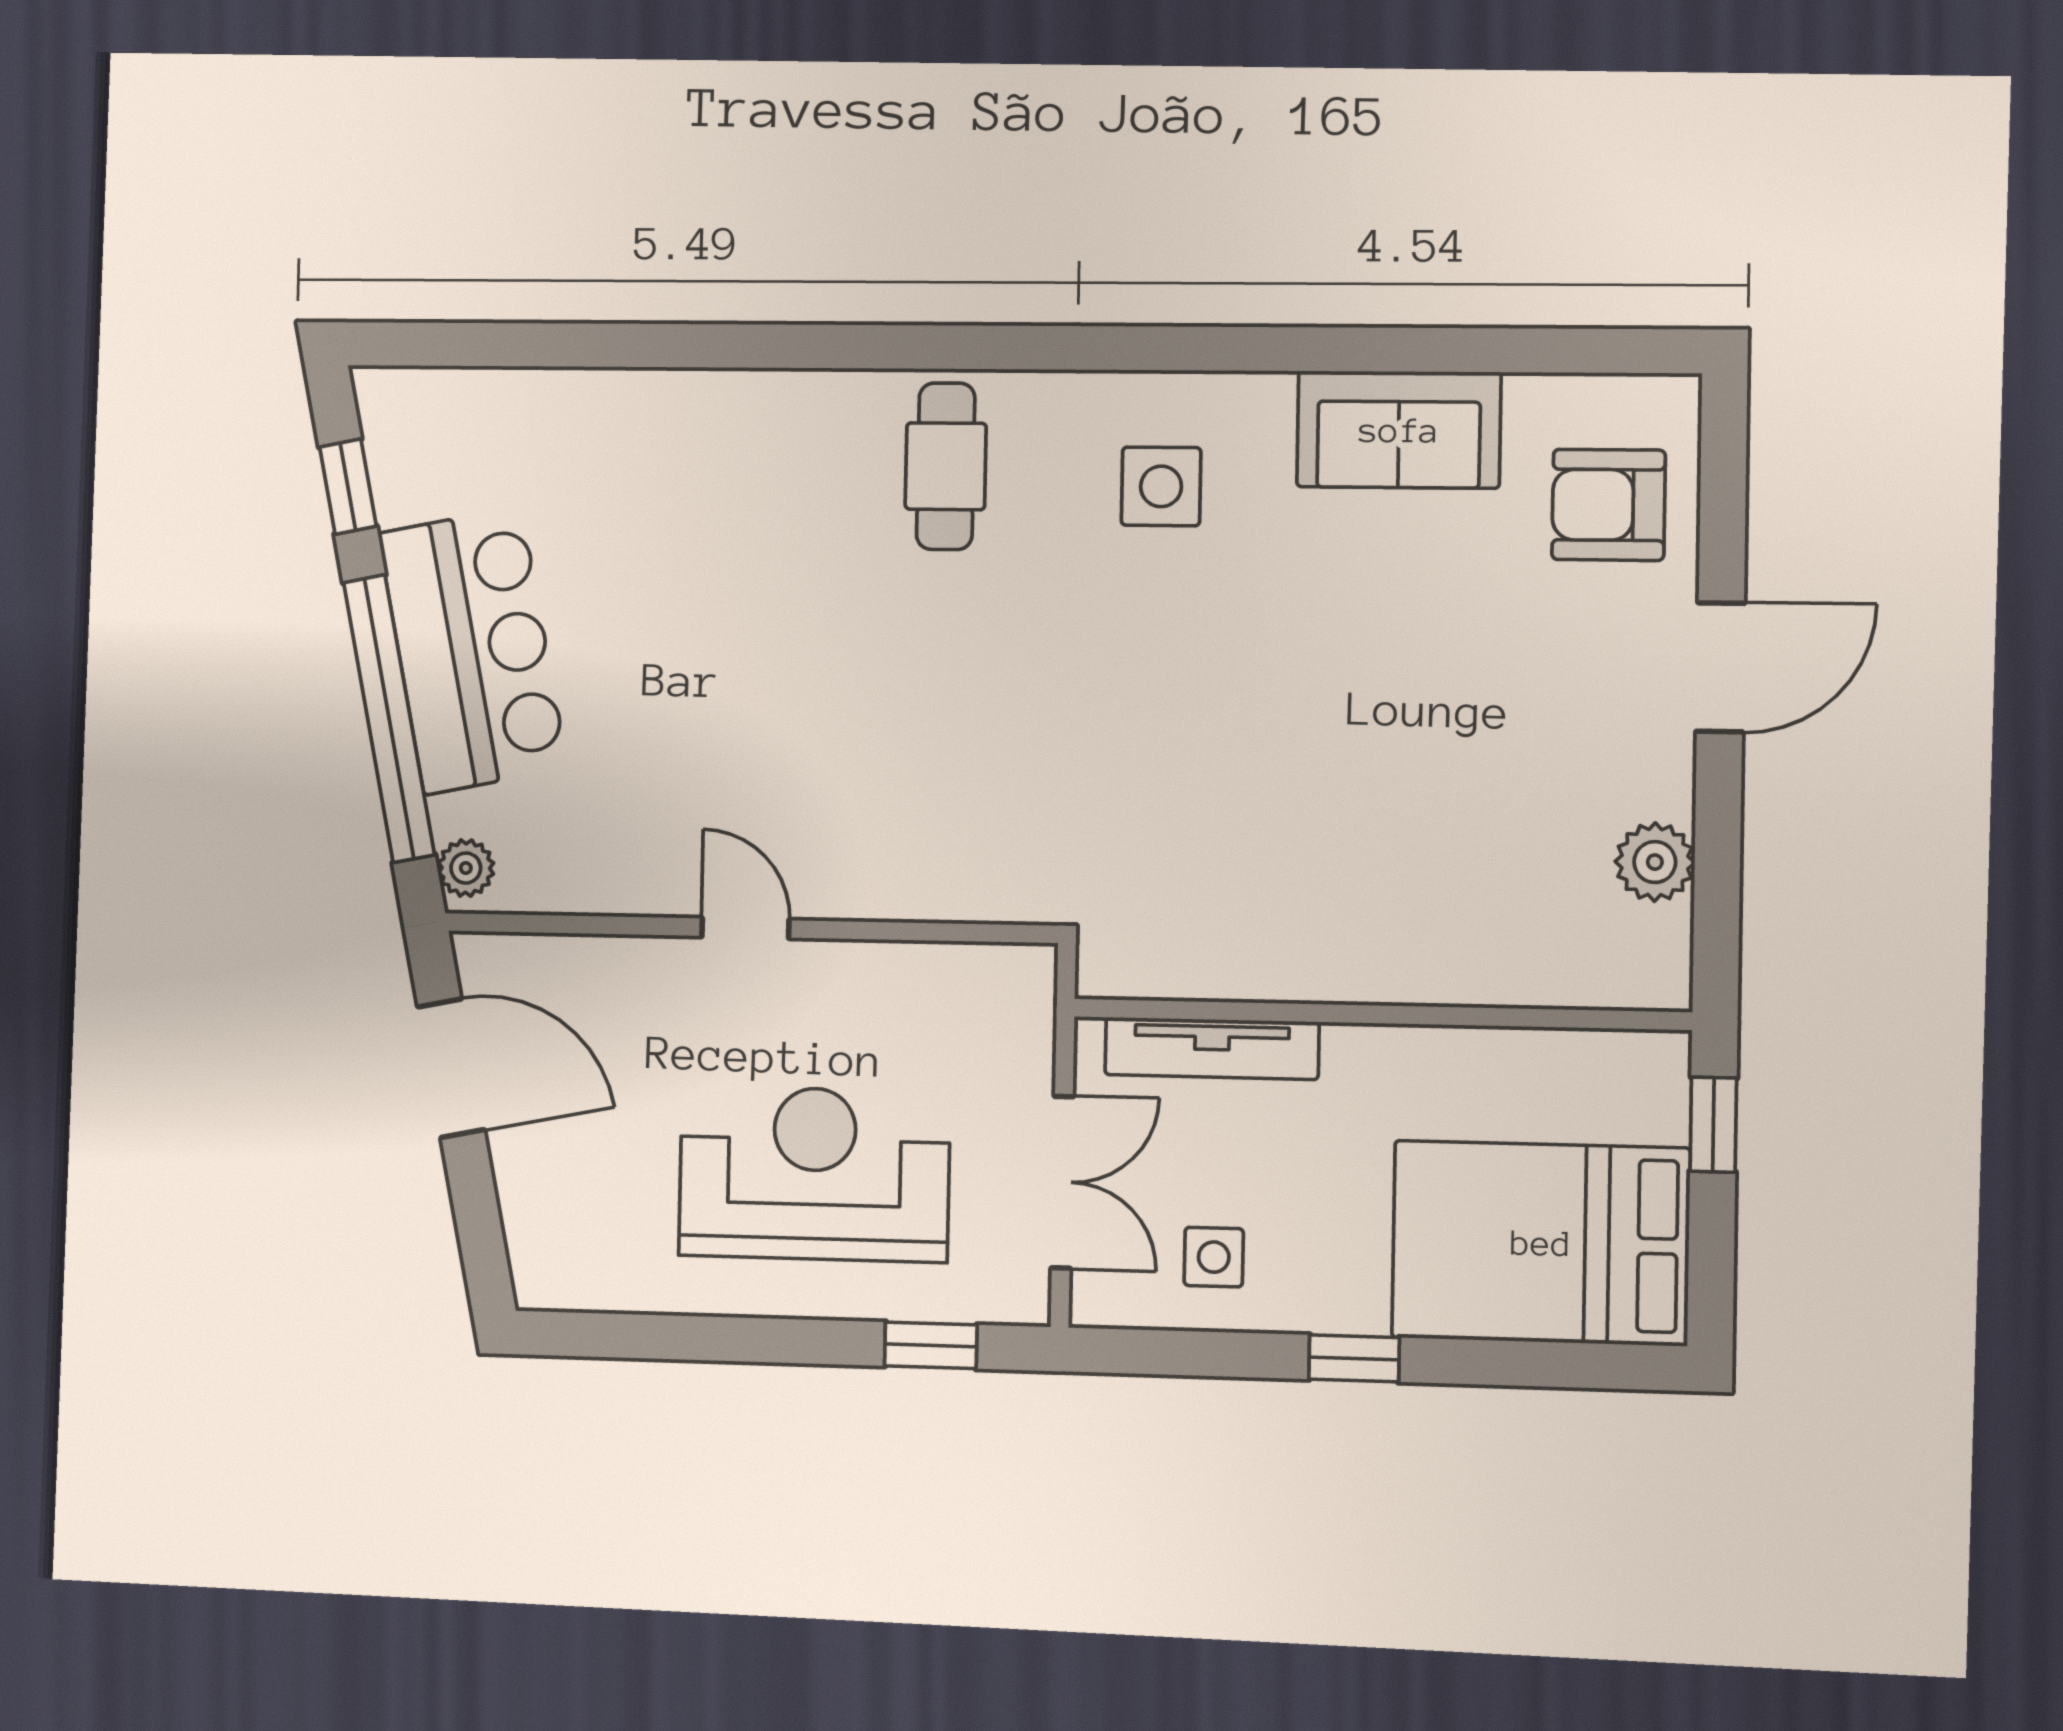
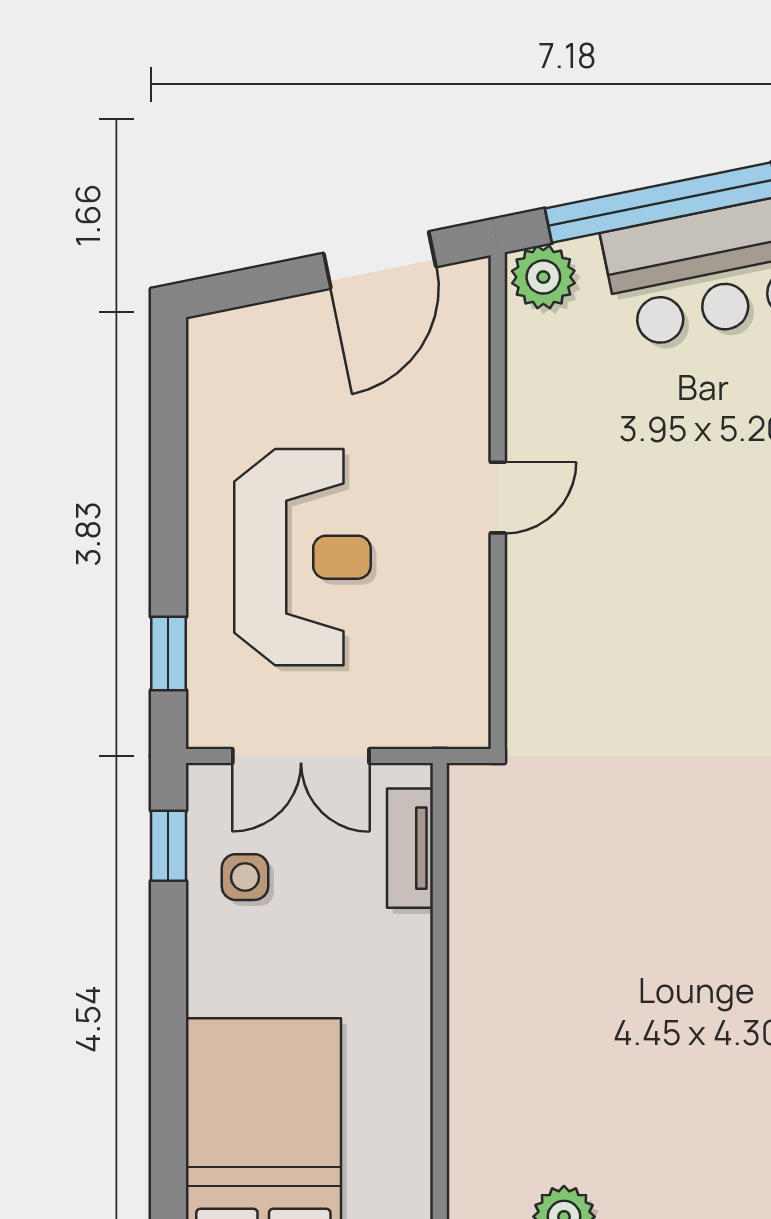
plant: (466, 868) -> (543, 277), width x1.38, depth x1.38
tv unit: (1212, 1048) -> (410, 848), width x0.71
window: (1354, 1358) -> (168, 846), moved

